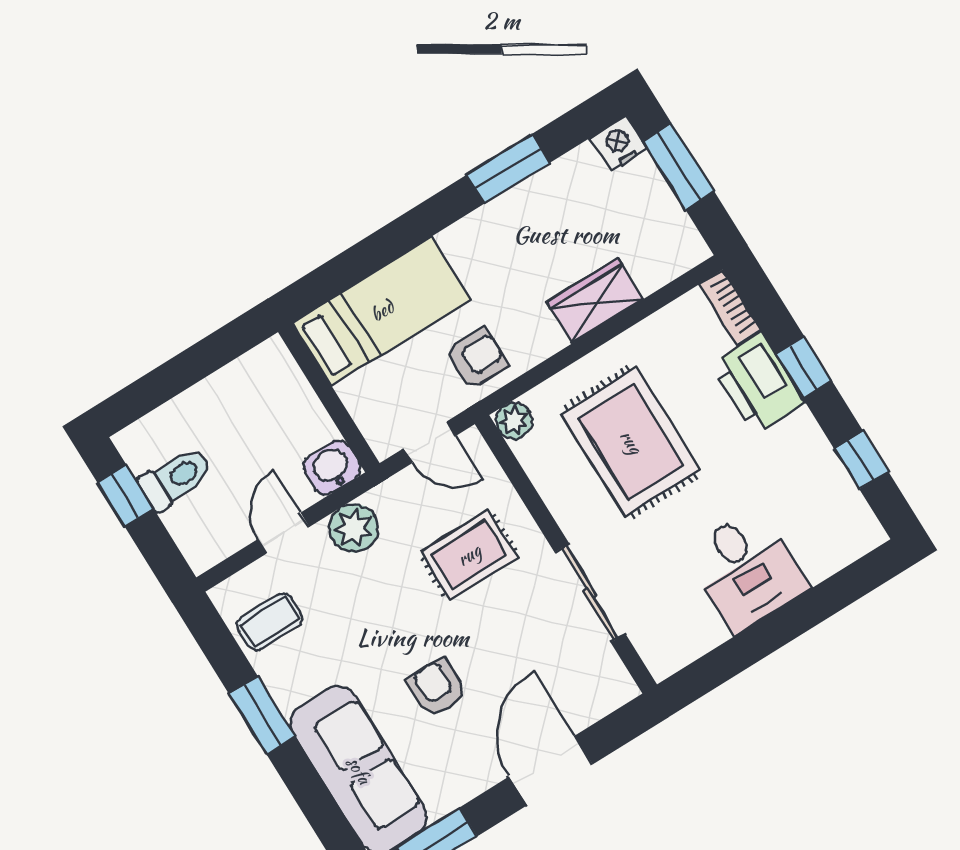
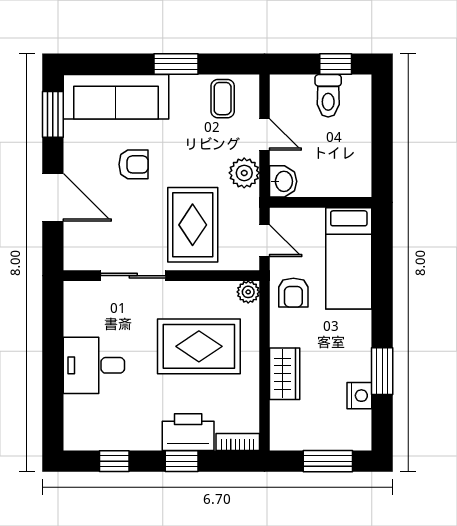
nightstand: (619, 143) -> (359, 396), moved
door: (429, 442) -> (264, 241), swing flipped
rug: (469, 555) -> (193, 225), width x1.36, depth x1.43

